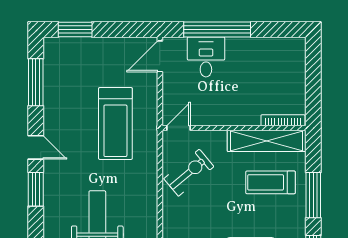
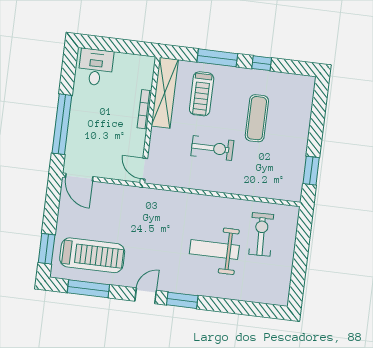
desk: (206, 57) -> (96, 67), moved, turned 90
bookcase: (283, 120) -> (144, 109), moved
treadmill: (115, 124) -> (92, 255), moved
exercise bike: (189, 173) -> (212, 148), moved, turned 130

